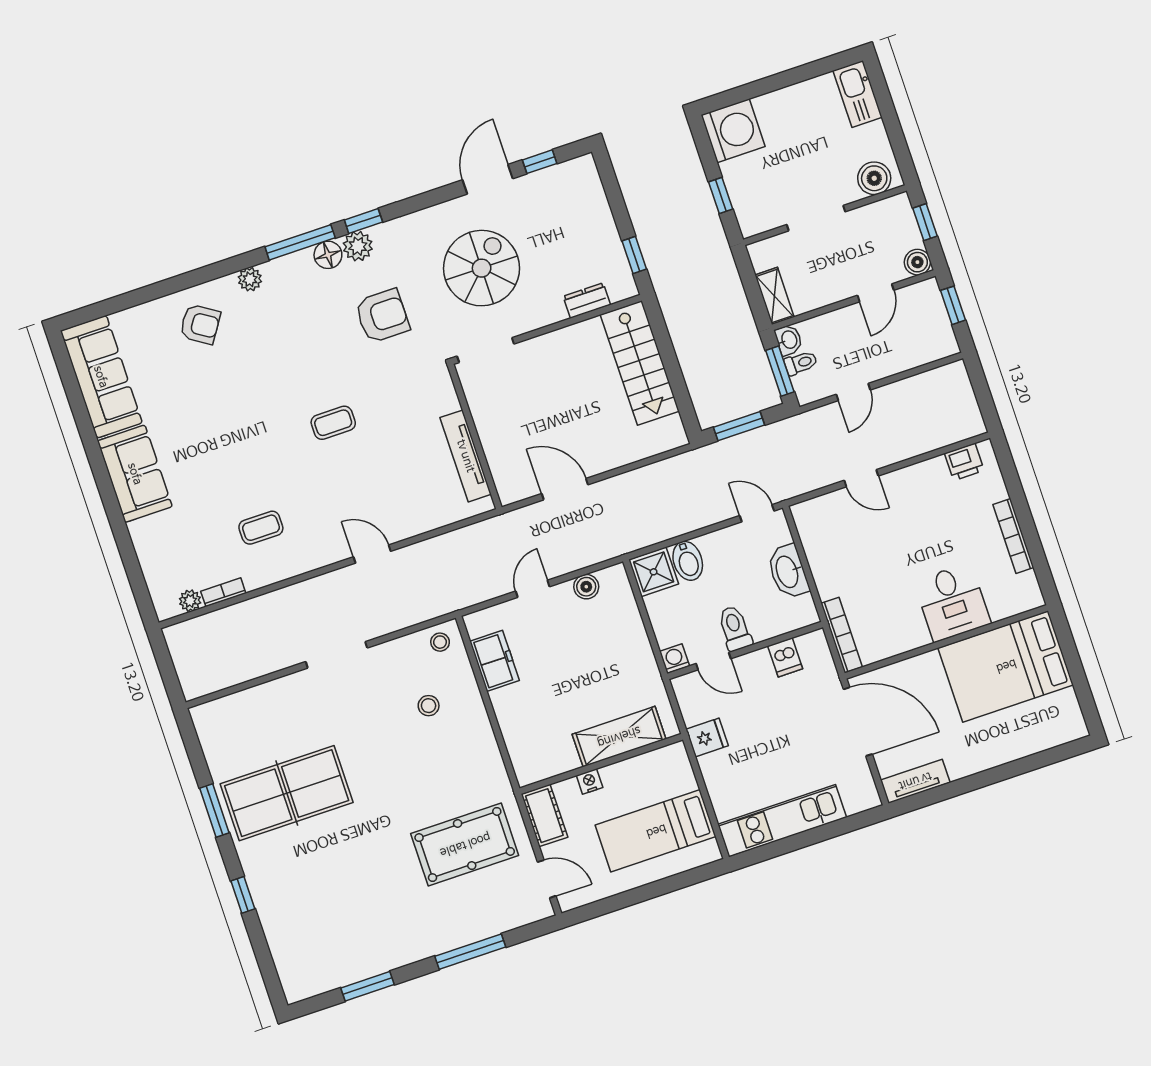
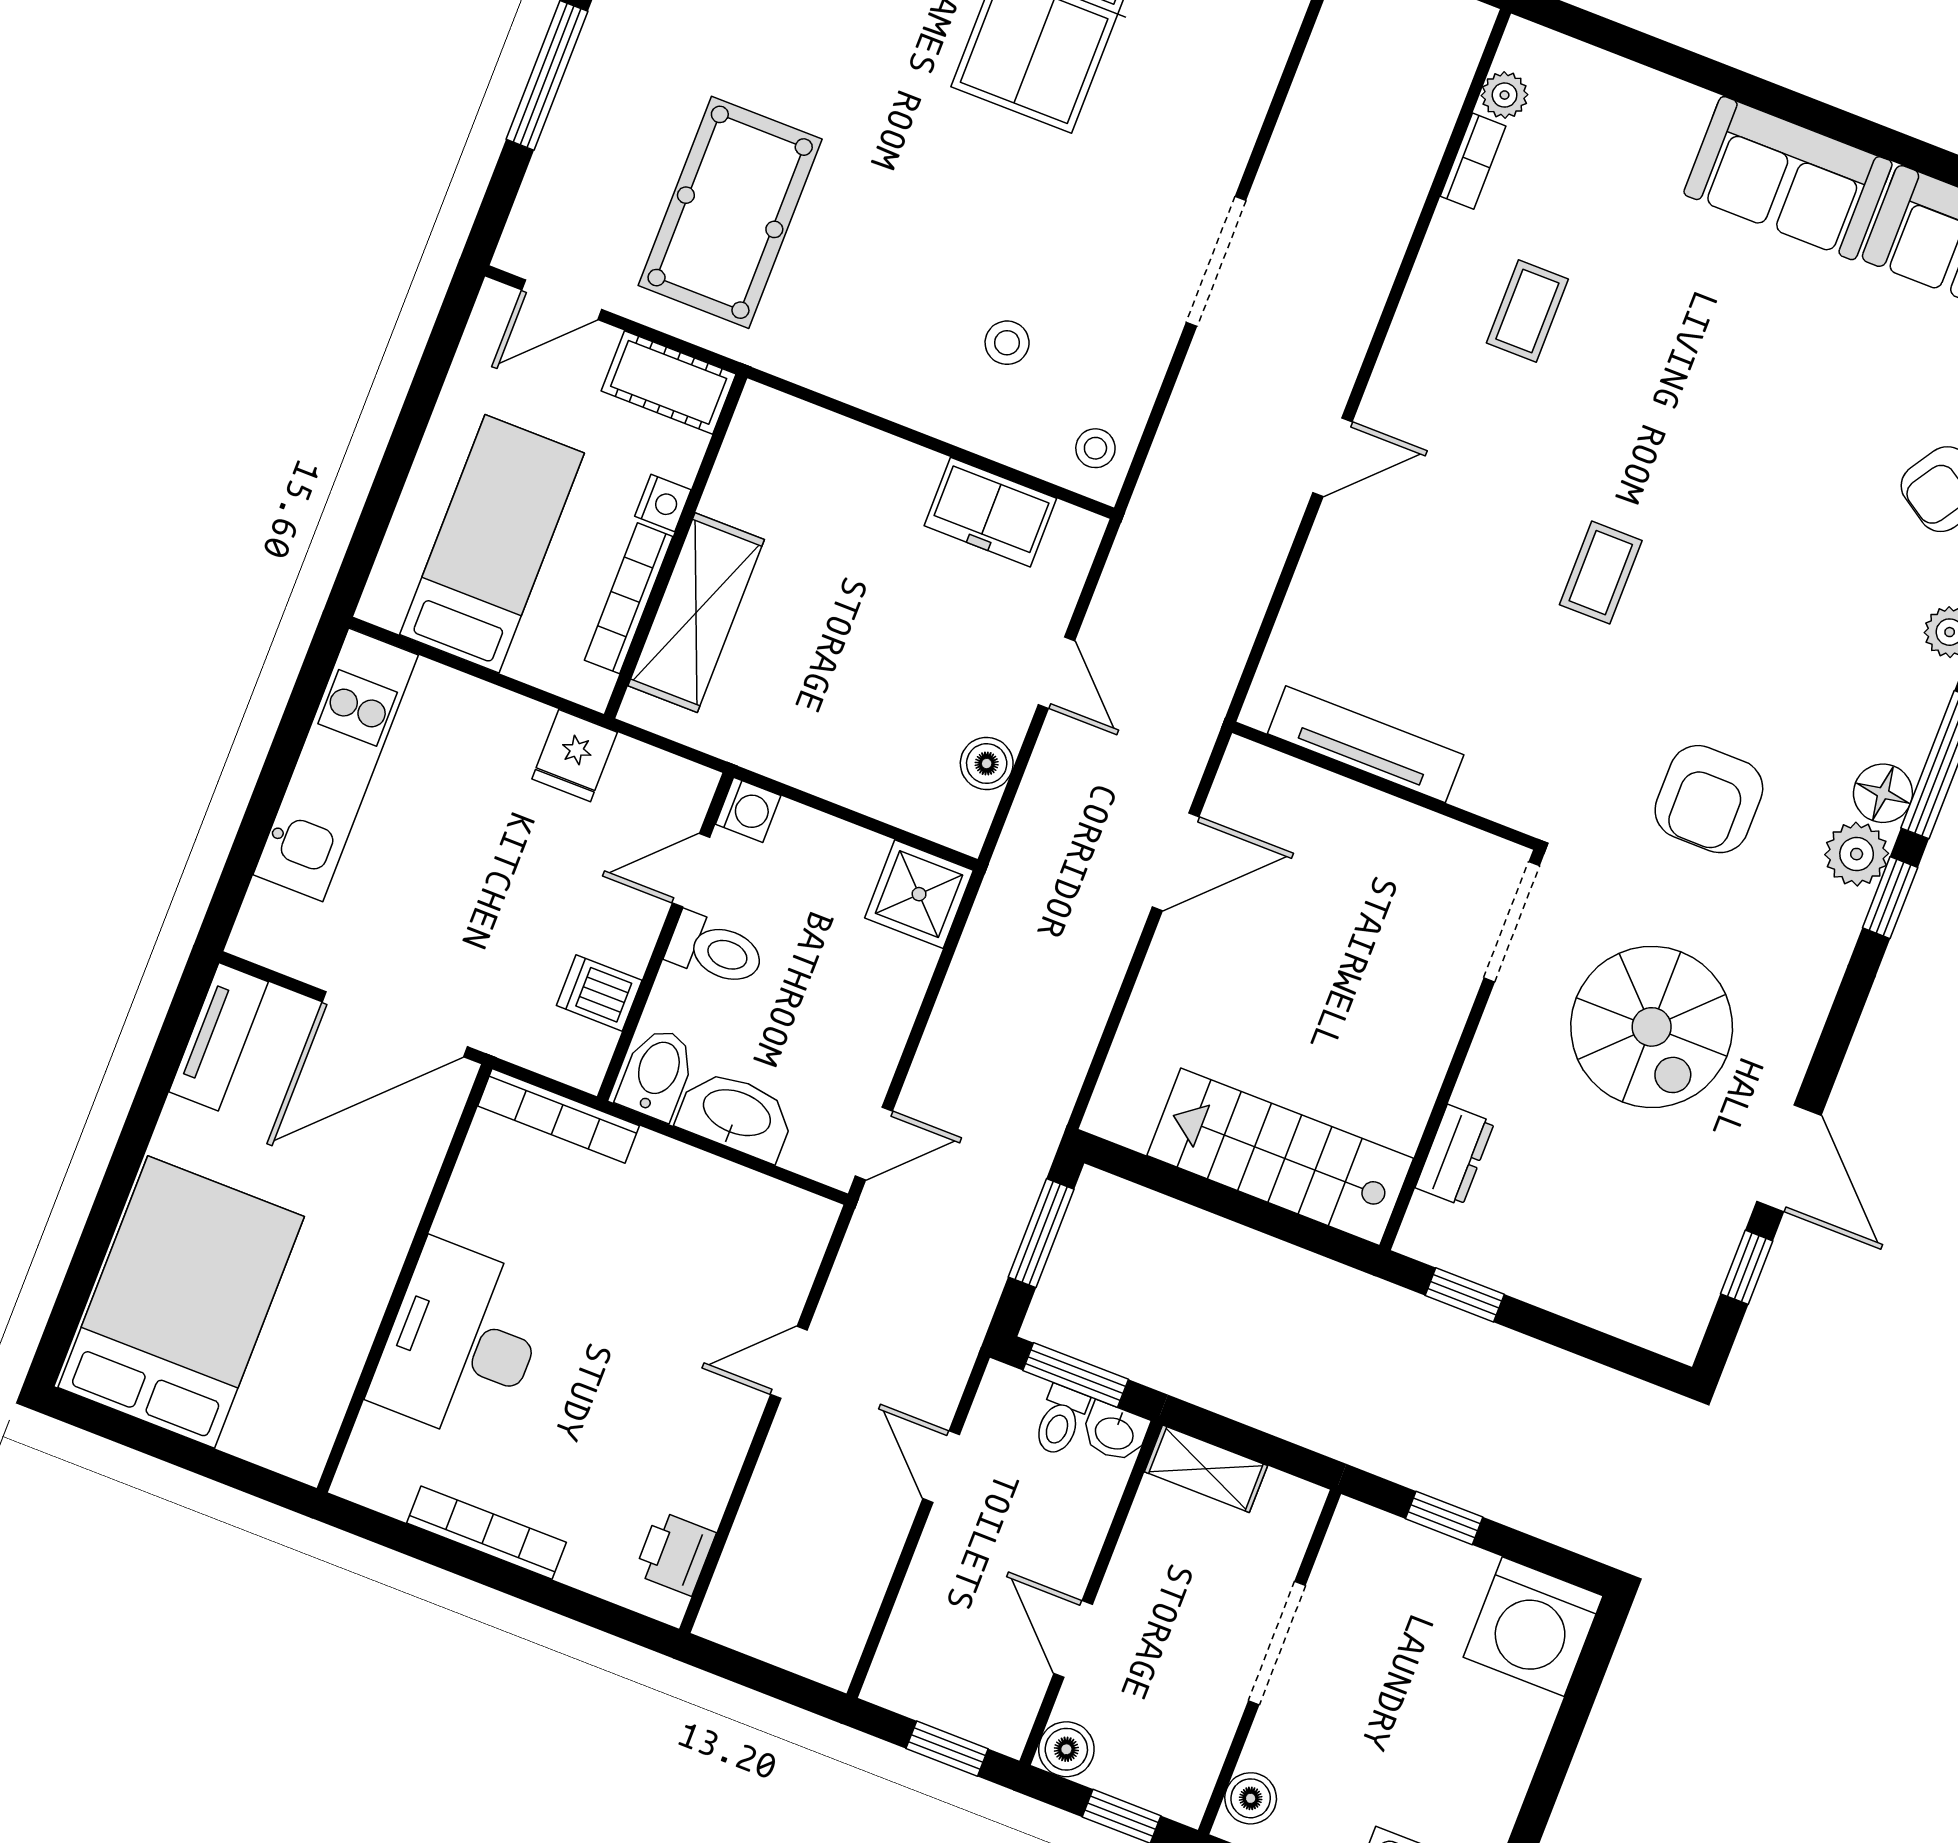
boiler: (874, 178) -> (1251, 1798), width x0.73, depth x0.73
bidet: (688, 561) -> (657, 1073), moved, turned 90
desk: (952, 602) -> (461, 1342), width x1.37
bed: (1006, 666) -> (181, 1302), moved
bookcase: (634, 765) -> (629, 598), added

